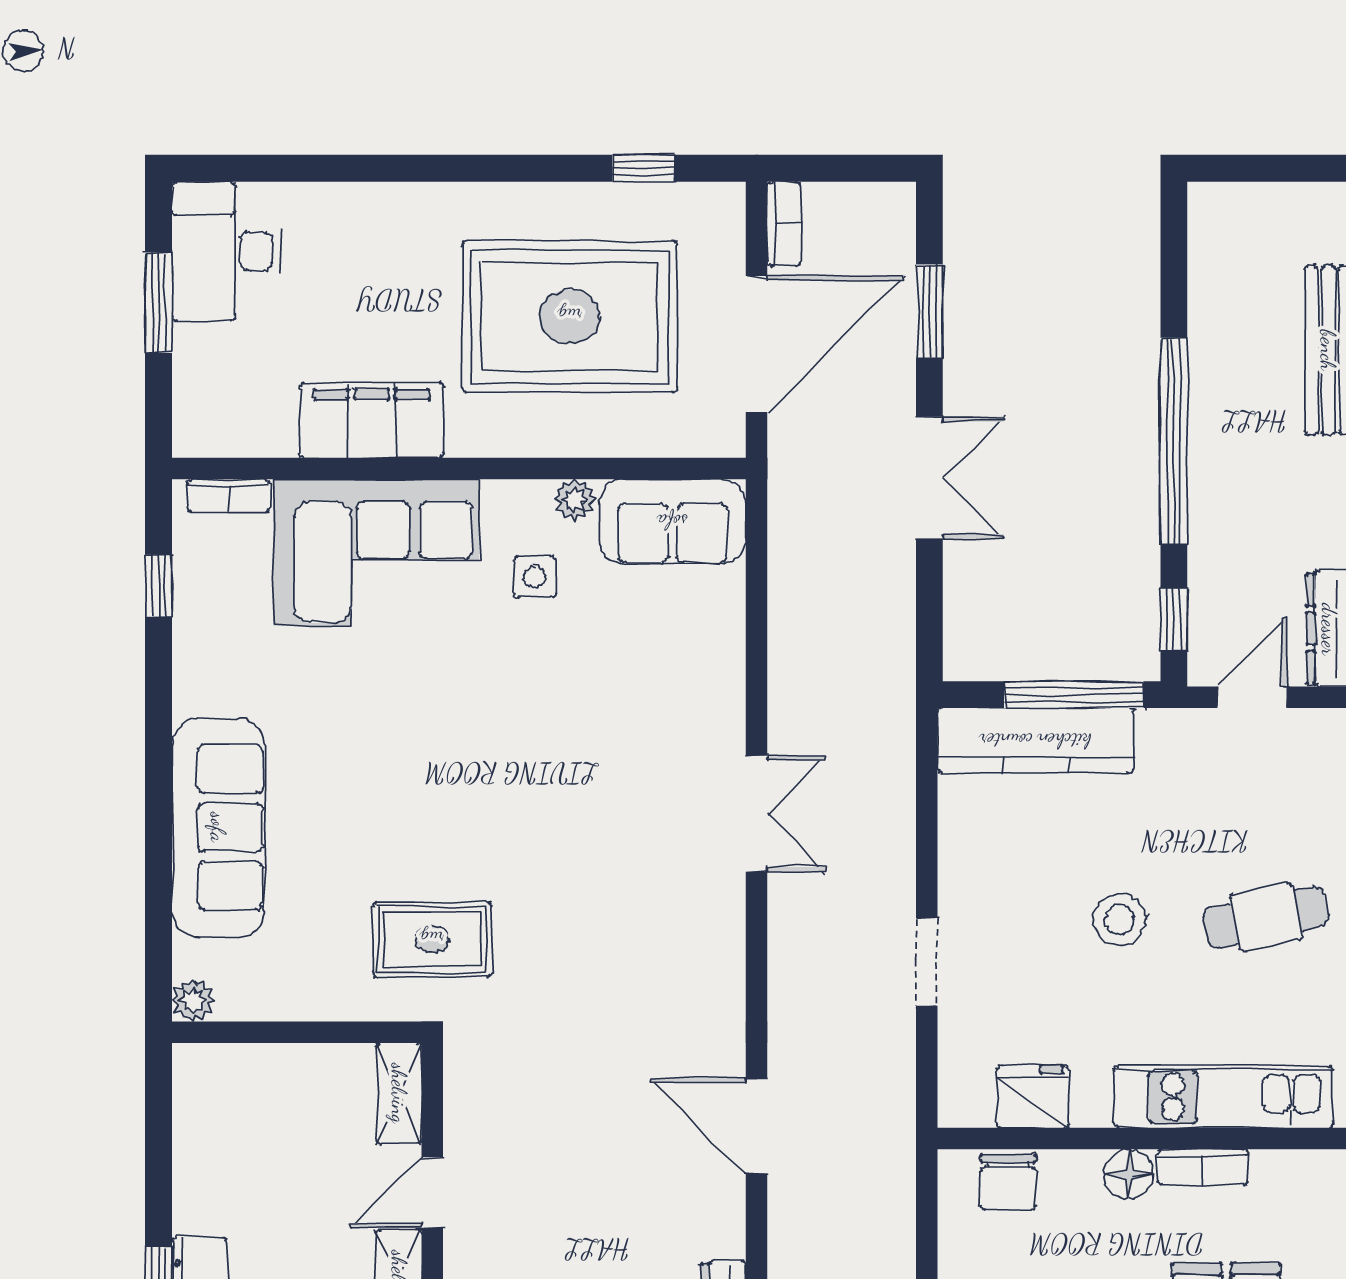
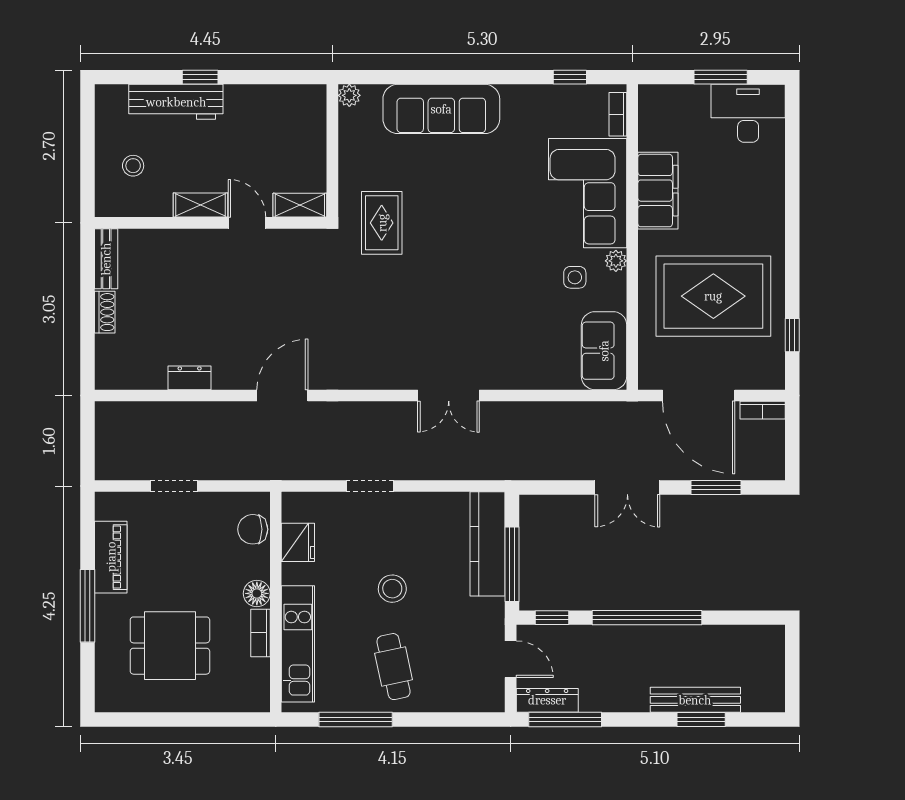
rug: (570, 316) -> (713, 296), turned 90
plant: (574, 500) -> (616, 261), moved

